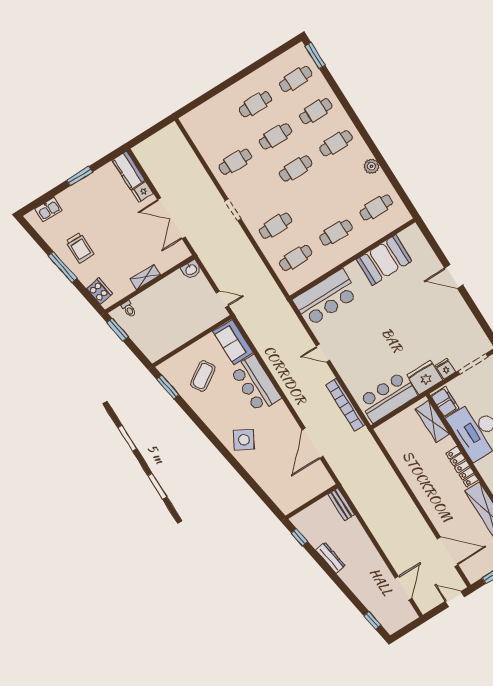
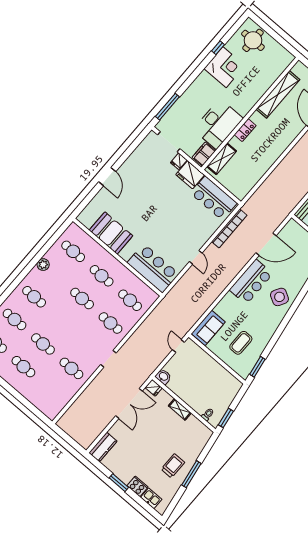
cafe table: (296, 168) -> (82, 299), moved
fridge: (143, 192) -> (154, 388), moved
cooker: (99, 291) -> (138, 486), moved, turned 99
coffee table: (203, 376) -> (241, 343), turned -56
bar counter: (256, 384) -> (251, 282), moved
locker: (462, 467) -> (245, 130), width x0.66

